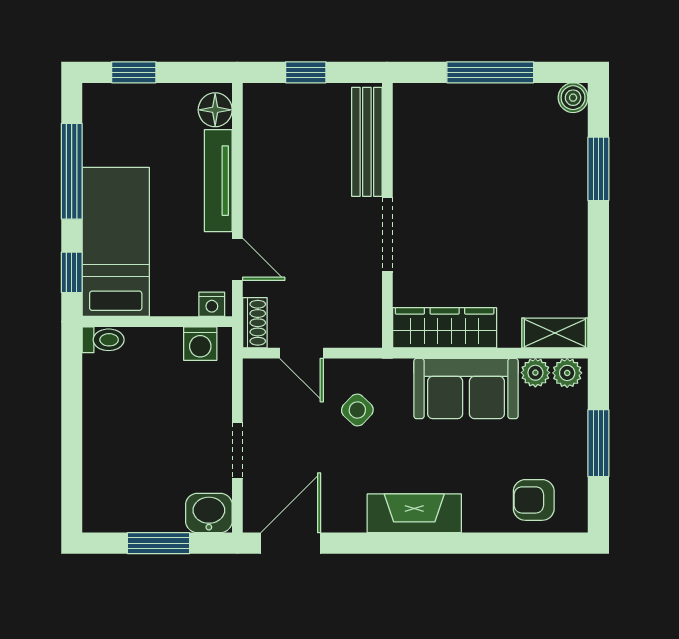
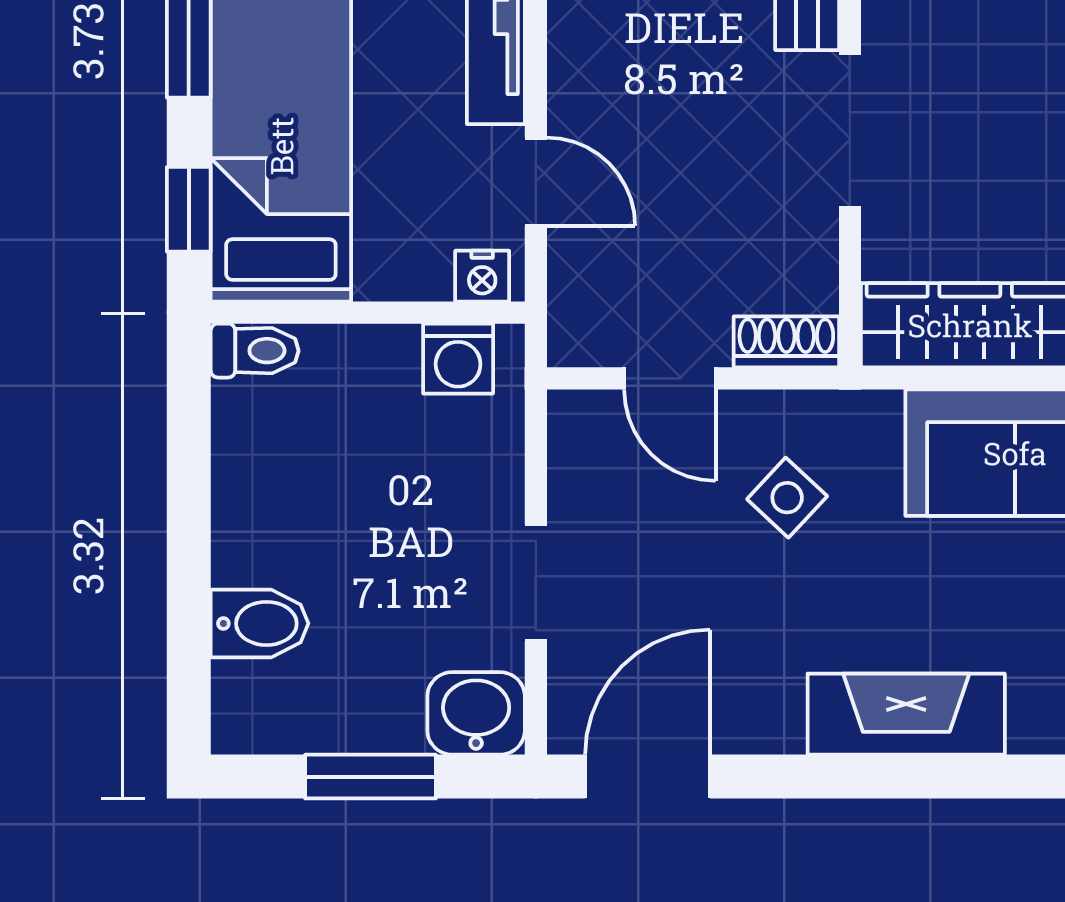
shoe rack: (255, 323) -> (786, 342), moved, turned -90
bidet: (106, 470) -> (260, 623), added

